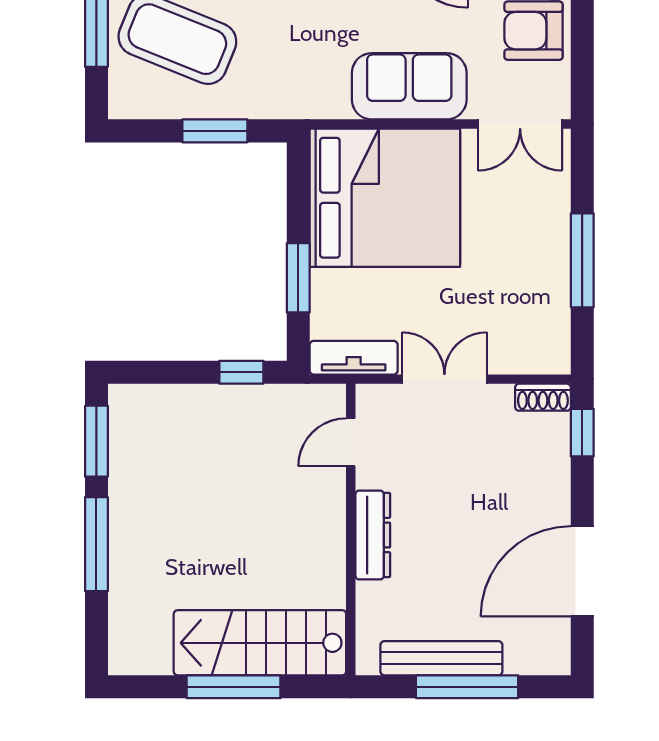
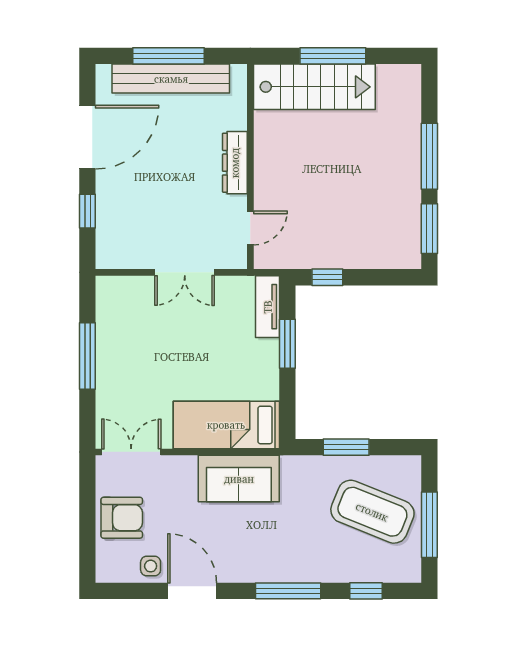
sofa: (409, 86) -> (239, 479), moved
bed: (385, 198) -> (226, 425), width x0.49
tv unit: (354, 358) -> (268, 307), moved, turned 90
shoe rack: (543, 397) -> (115, 260), removed
window: (582, 433) -> (87, 211), moved
bench: (441, 658) -> (171, 79), width x1.37, depth x1.21

